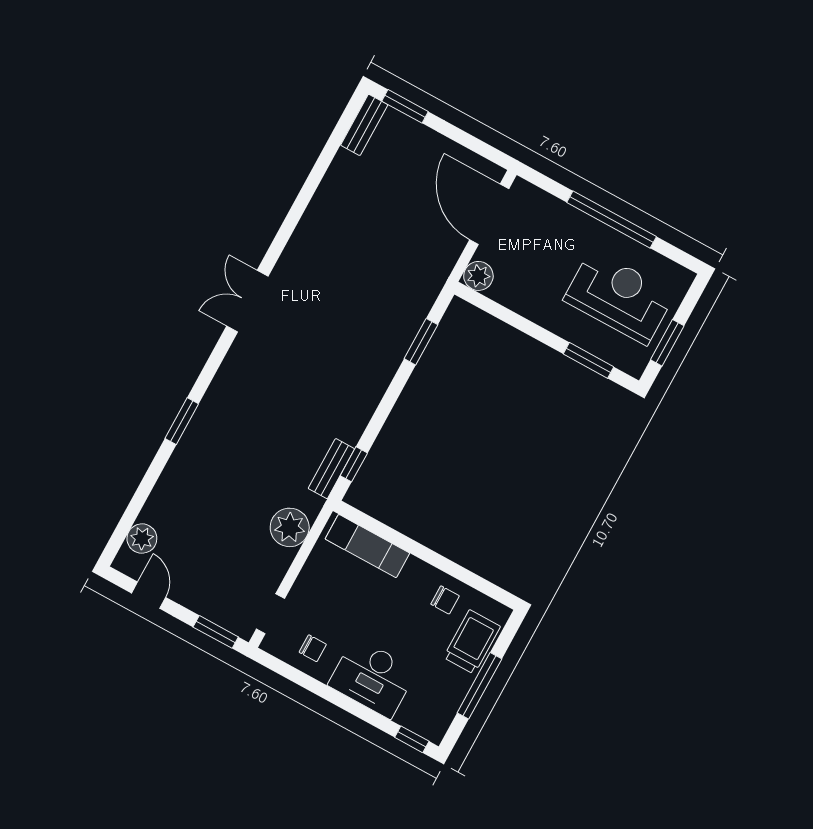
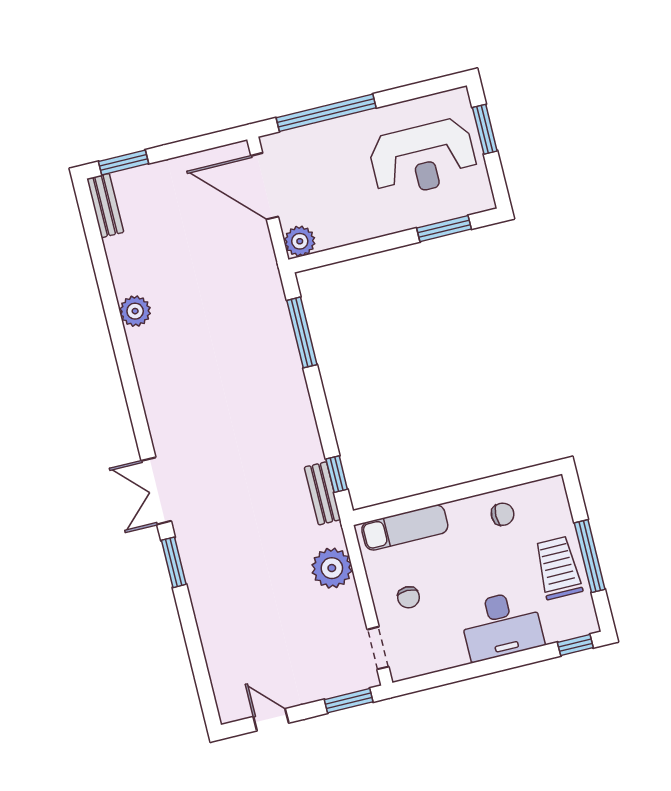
window: (612, 219) -> (326, 113), moved
reception desk: (619, 297) -> (423, 158), turned 180
double door: (247, 301) -> (156, 491), moved
window: (421, 342) -> (302, 332), width x1.44
window: (667, 343) -> (485, 129), moved
plant: (142, 539) -> (135, 311), moved
trolley: (472, 642) -> (558, 568), moved
chair: (313, 648) -> (408, 597), moved, turned 90

